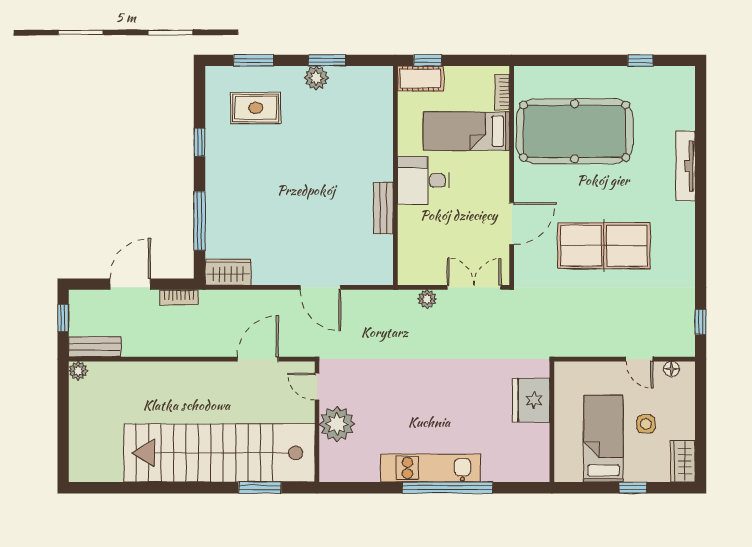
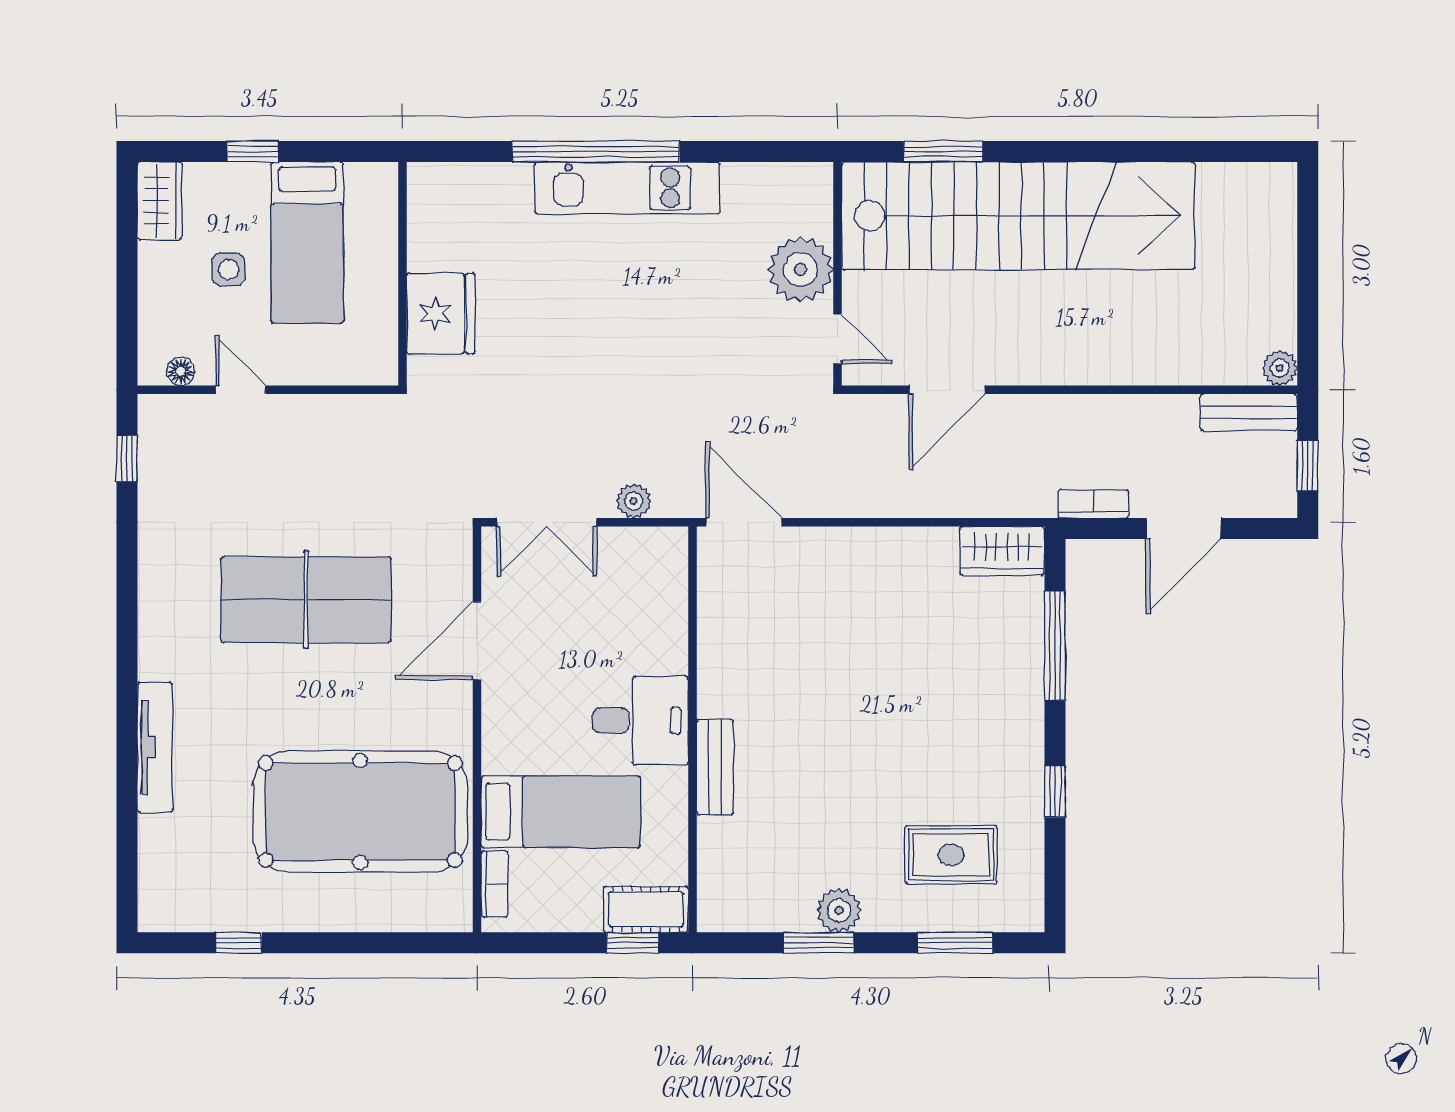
bench: (383, 208) -> (715, 767), moved
door: (320, 287) -> (744, 522), moved

